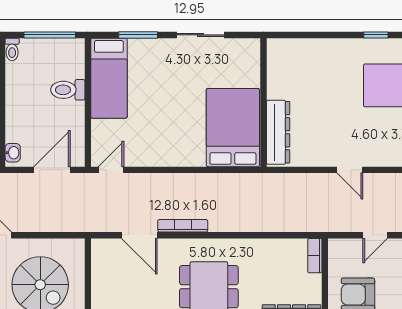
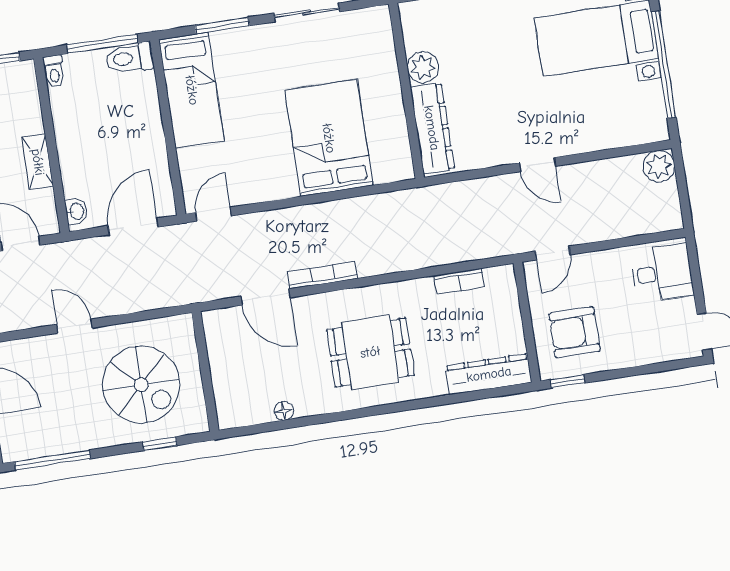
plant: (278, 87) -> (423, 67), added
toilet: (68, 90) -> (129, 58), moved
bed: (233, 128) -> (329, 138), moved
door: (375, 235) -> (553, 253), moved
bookcase: (315, 256) -> (459, 281), moved, turned -90

